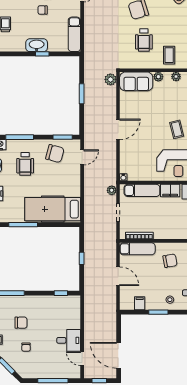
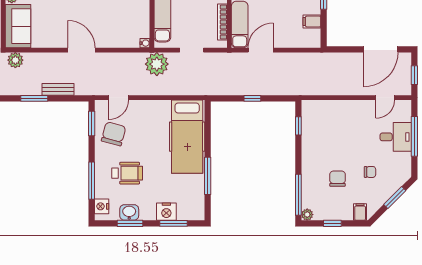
bench: (88, 112) -> (58, 89), added
door: (82, 157) -> (119, 98), swing flipped
plant: (112, 190) -> (157, 64), width x1.87, depth x1.87
door: (118, 276) -> (261, 50), moved
desk: (69, 340) -> (396, 137), moved, turned 90

